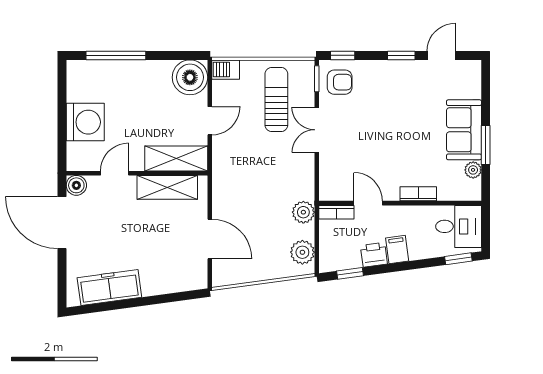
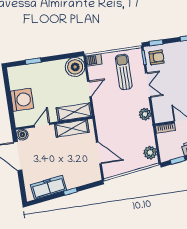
window: (116, 55) -> (33, 61), width x0.46
double door: (317, 130) -> (148, 85), swing flipped
plant: (303, 212) -> (145, 114), moved
window: (148, 301) -> (70, 192), added

